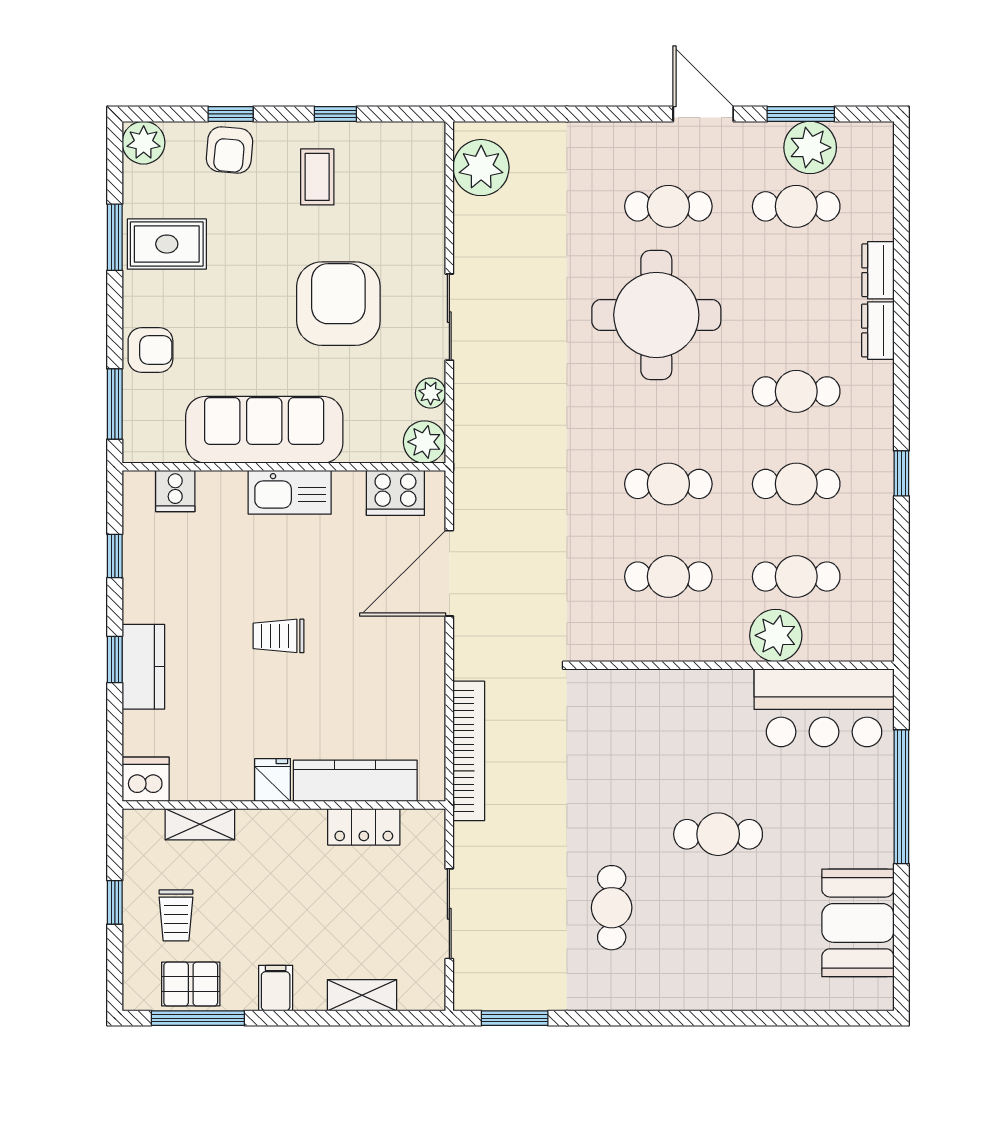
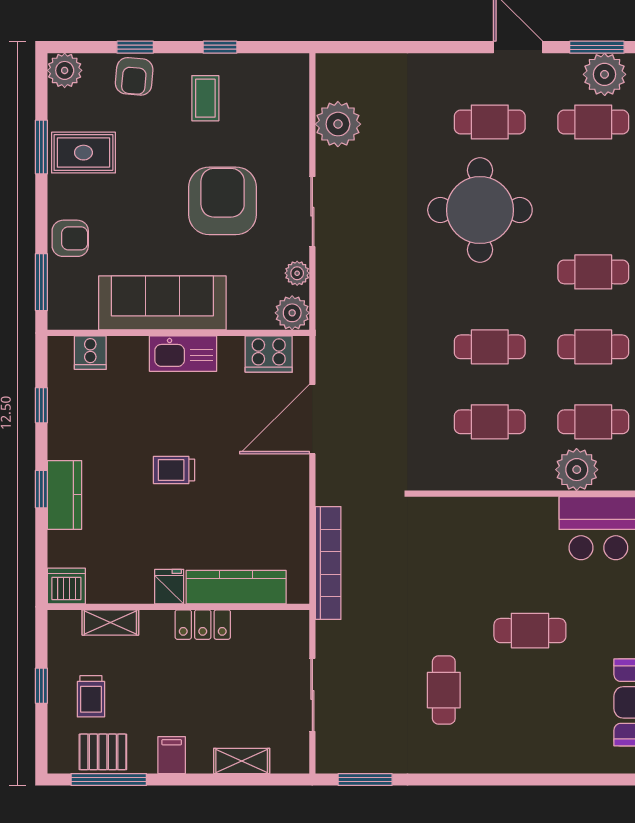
plant: (481, 168) -> (338, 124), moved
locker: (364, 827) -> (203, 625), moved

